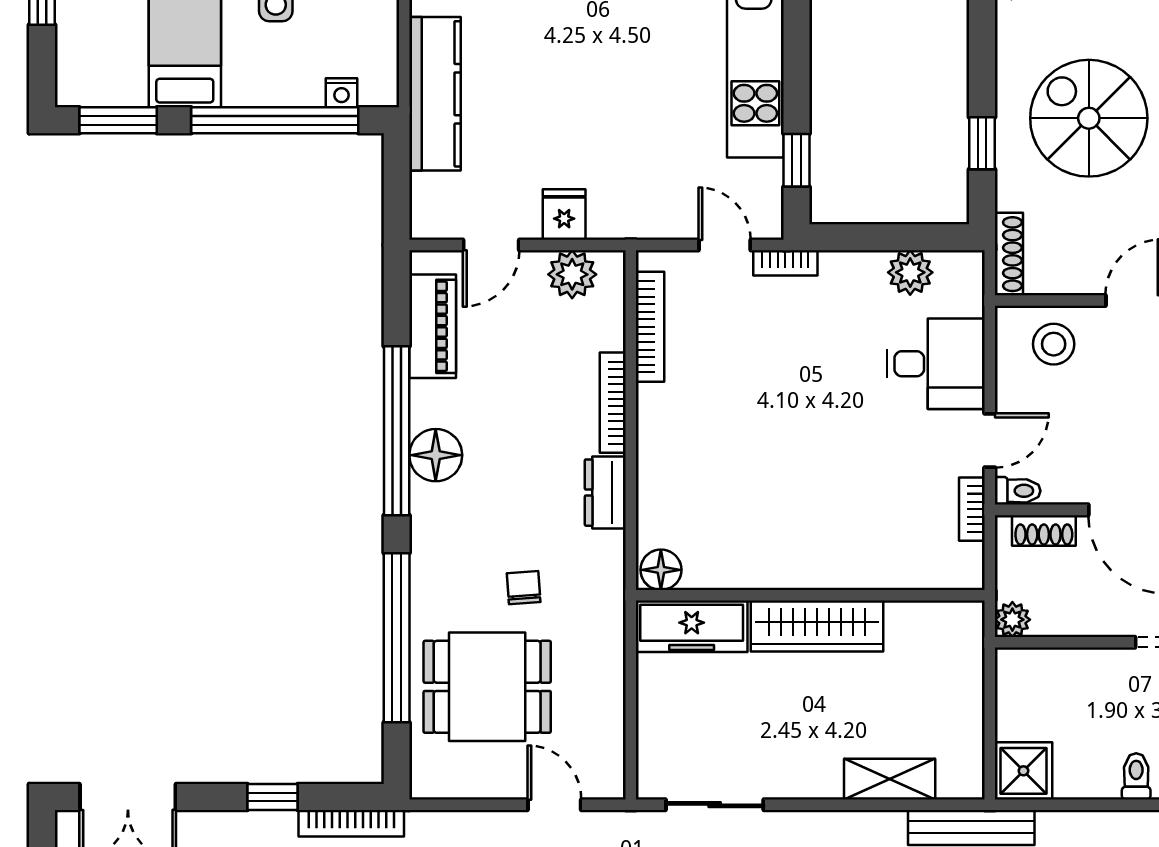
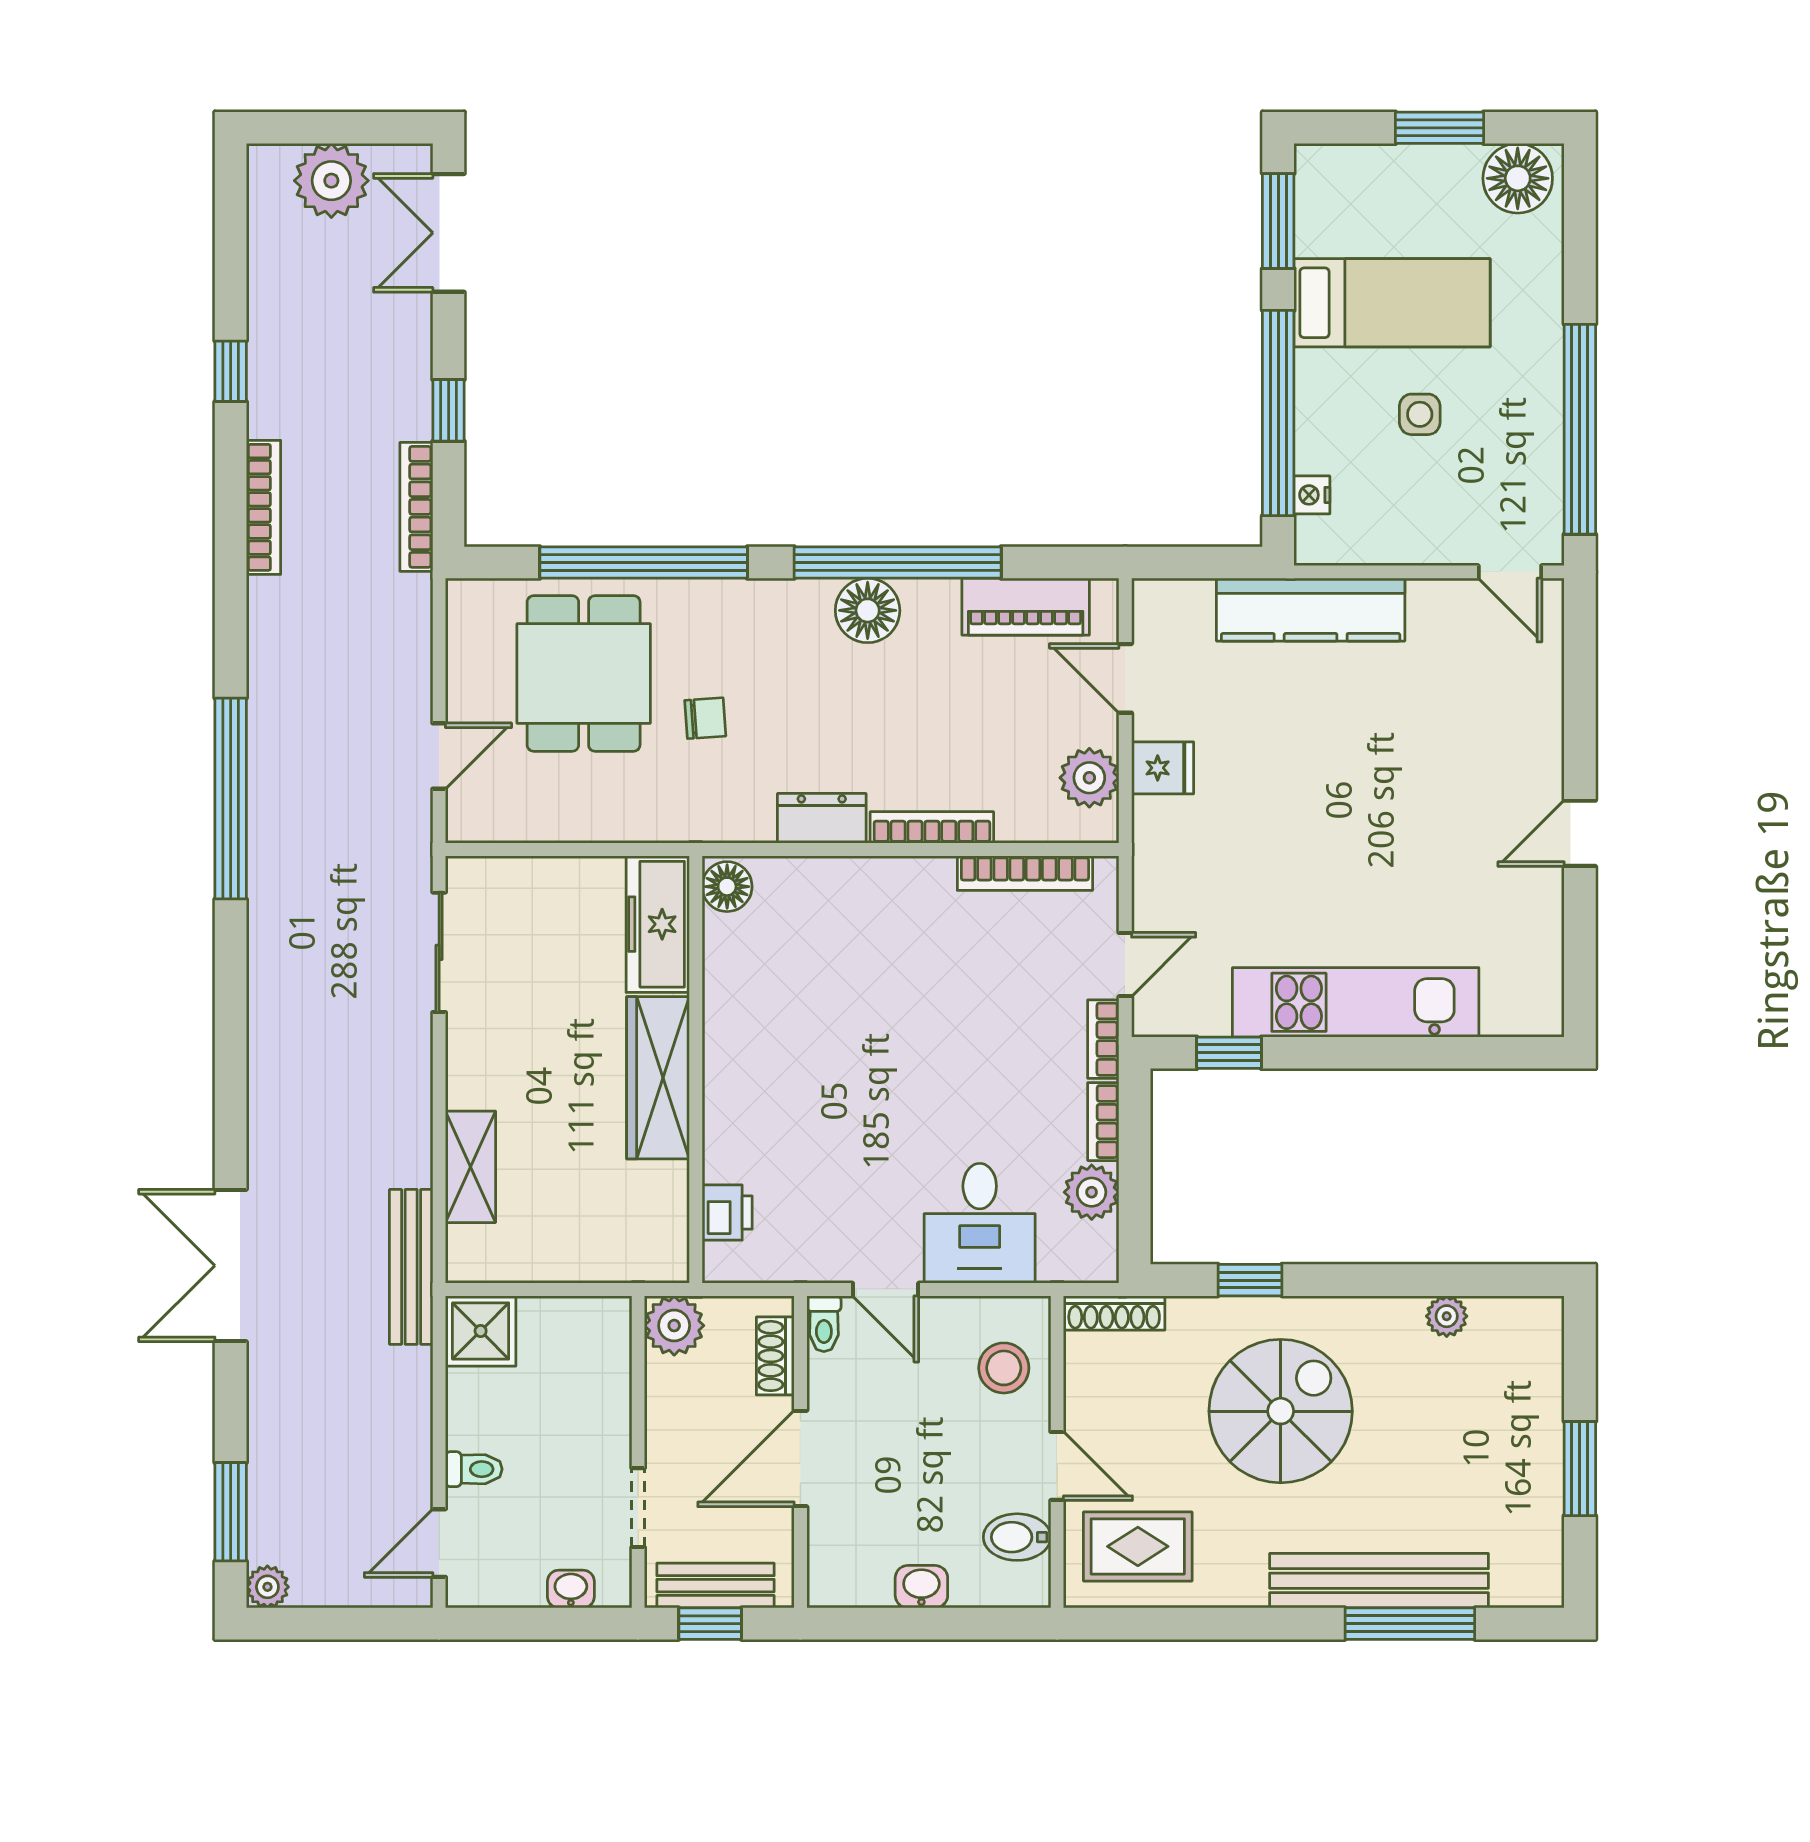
bookcase: (972, 509) -> (1103, 1122), moved, turned -90
printer: (927, 570) -> (727, 1213), added
plant: (1012, 620) -> (674, 1326), width x1.38, depth x1.38

